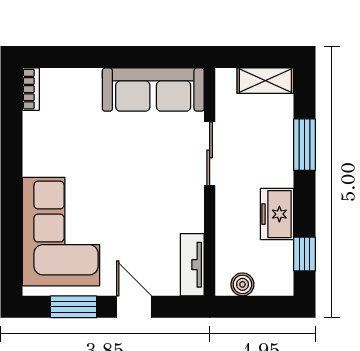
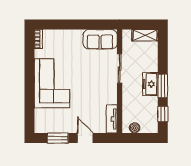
sofa: (153, 90) -> (100, 39), width x0.73
window: (305, 145) -> (163, 86), moved
freezer: (277, 214) -> (150, 84), moved
corner sofa: (61, 232) -> (52, 83), moved

